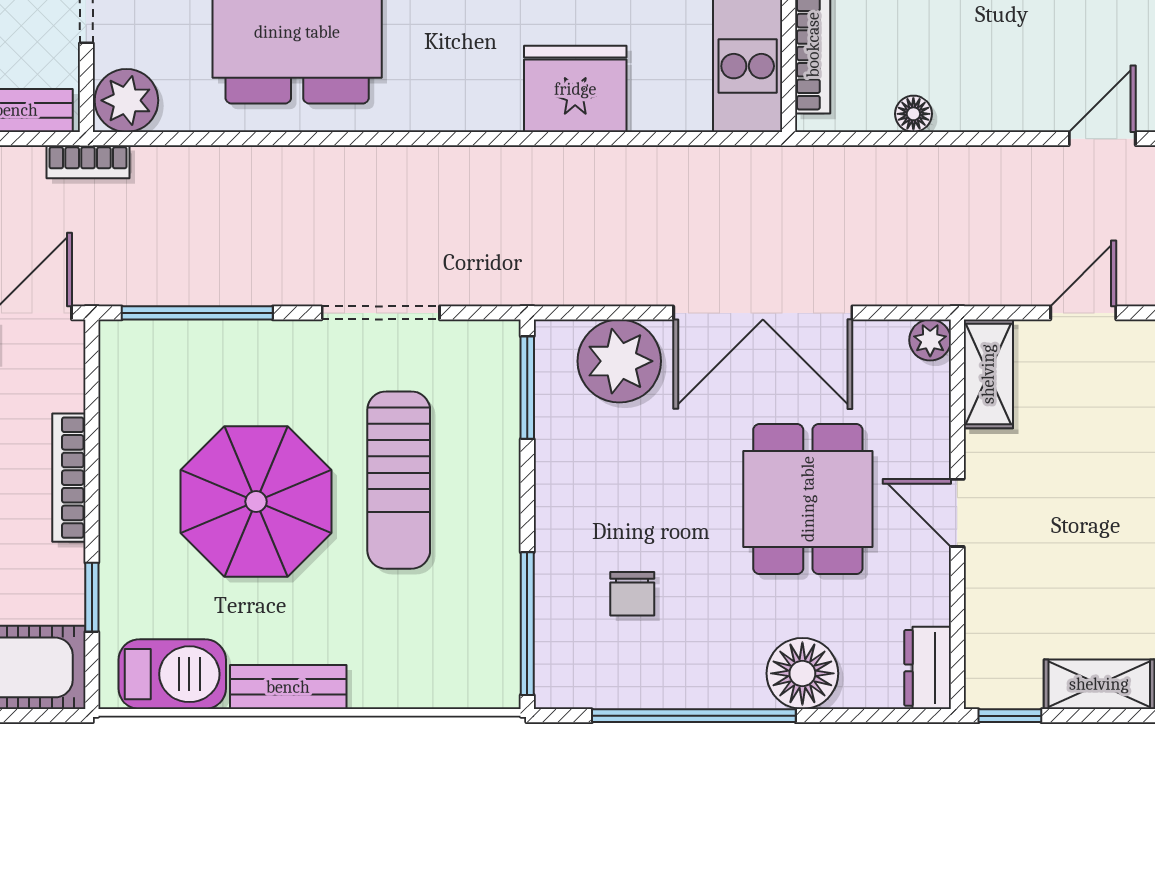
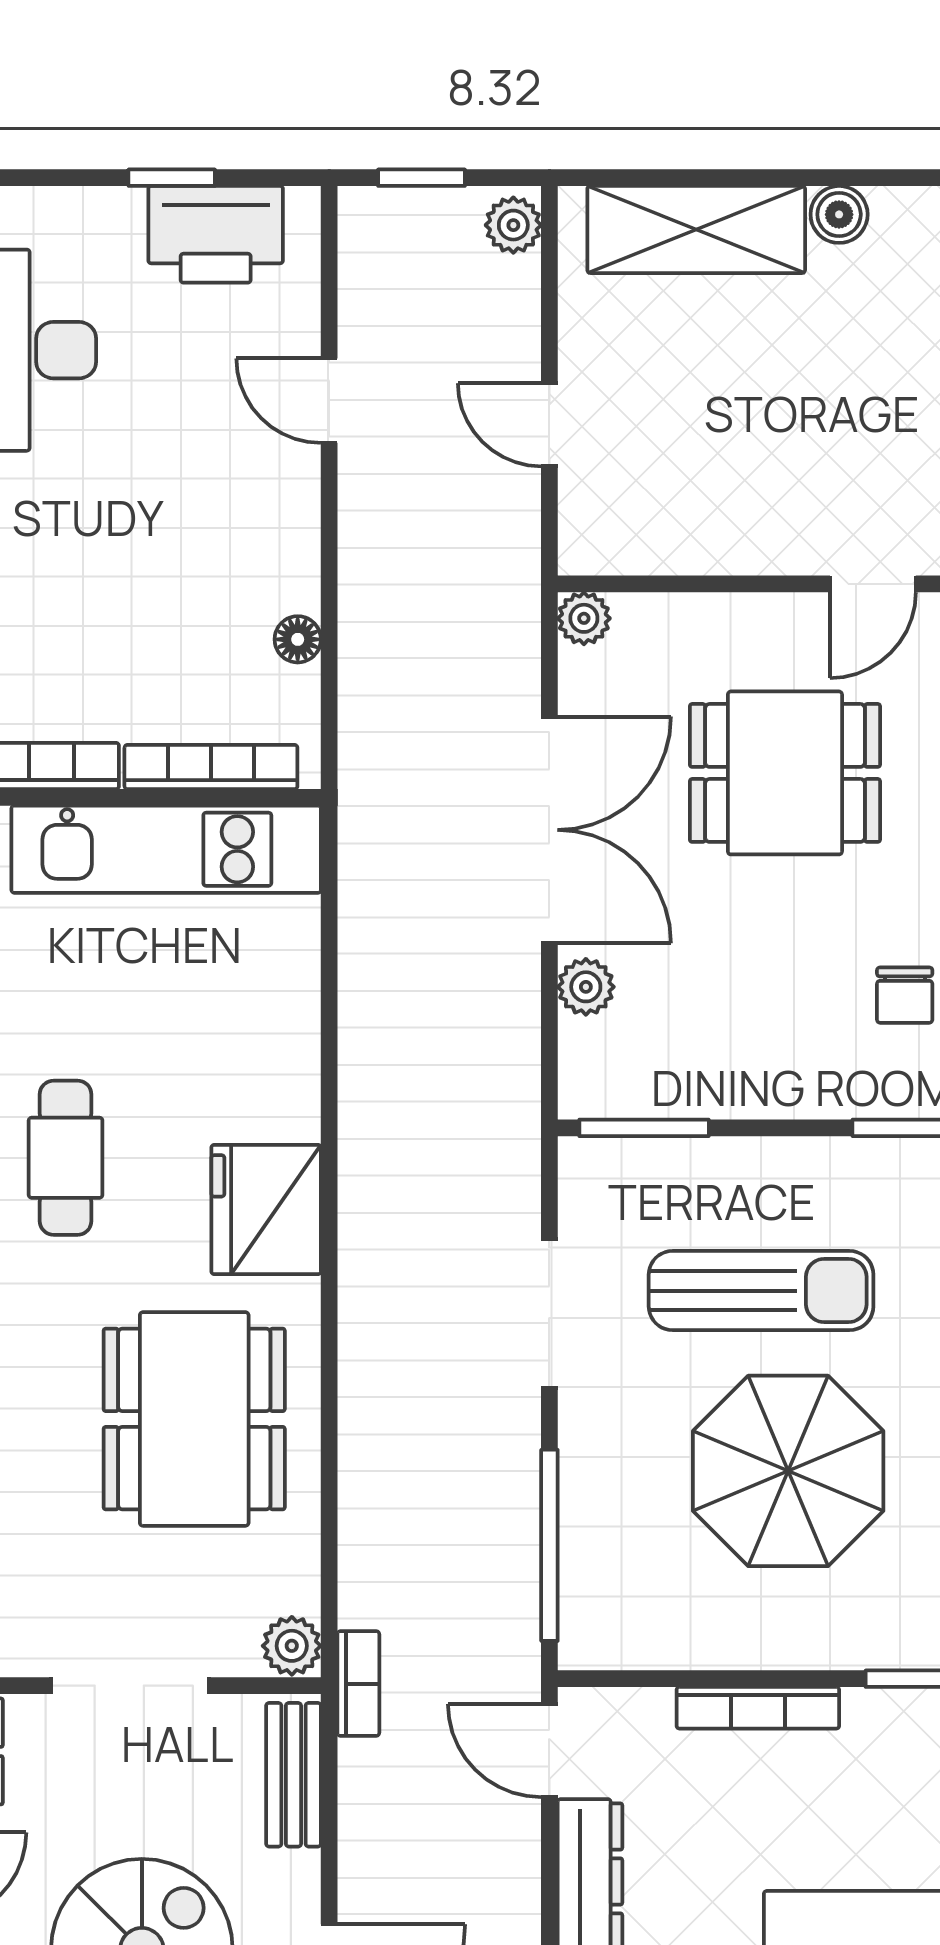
fridge: (575, 89) -> (266, 1209), moved
plant: (126, 100) -> (292, 1646), width x0.73, depth x0.73
plant: (619, 361) -> (586, 987), width x0.53, depth x0.53
shelving: (988, 374) -> (627, 545), removed
door: (957, 513) -> (873, 584), moved
chair: (632, 594) -> (905, 995), turned 90

